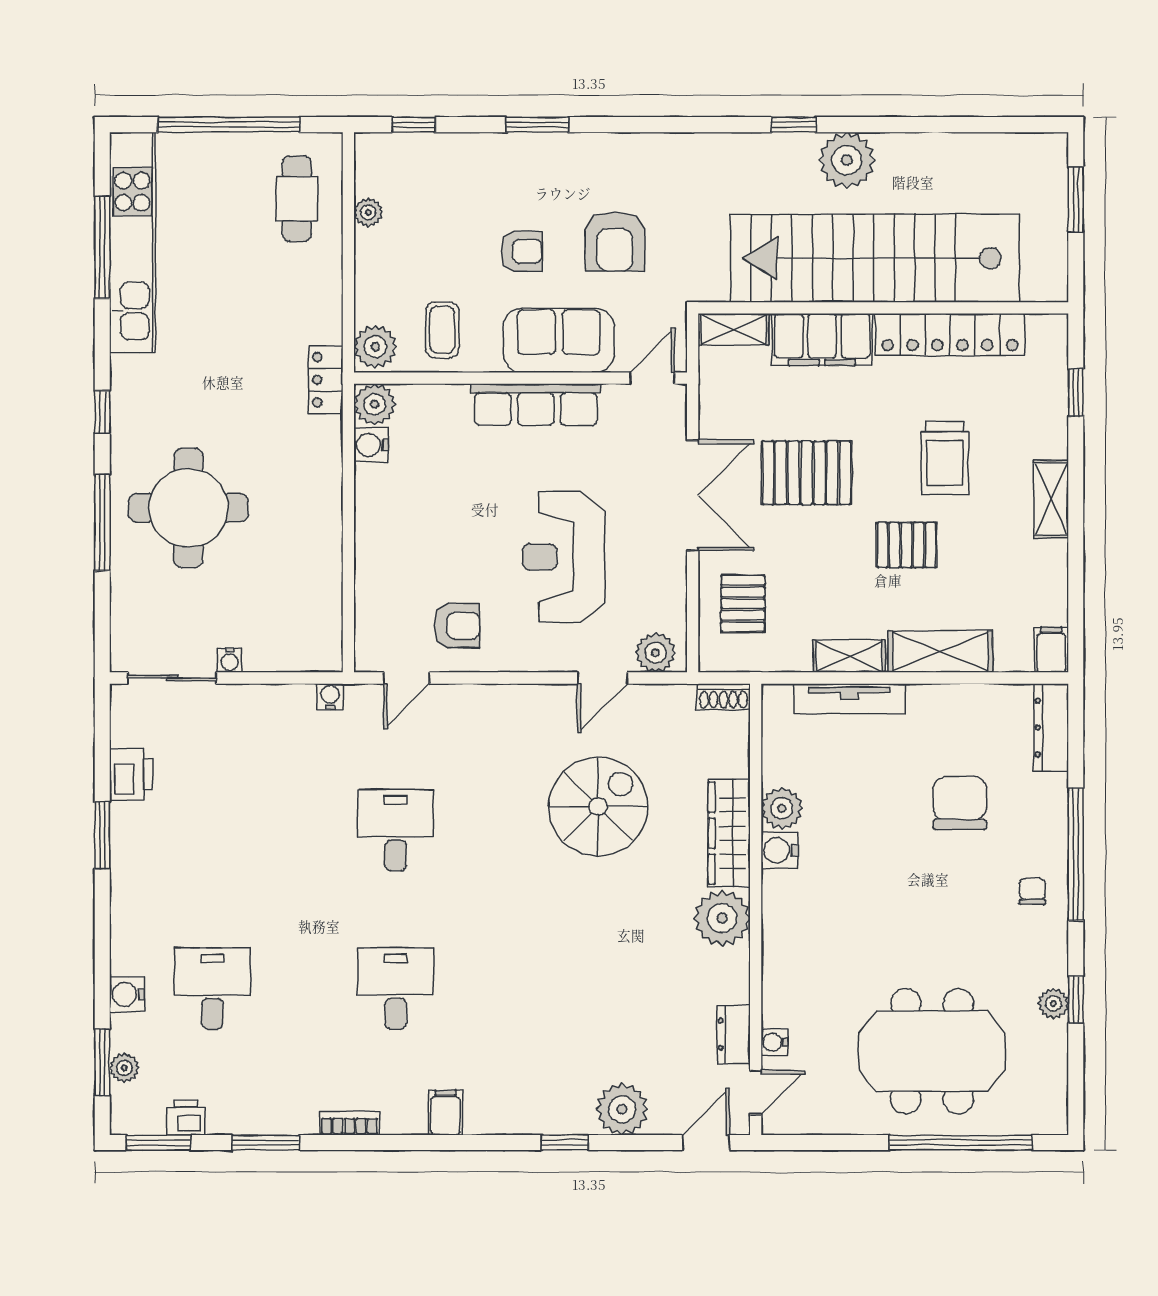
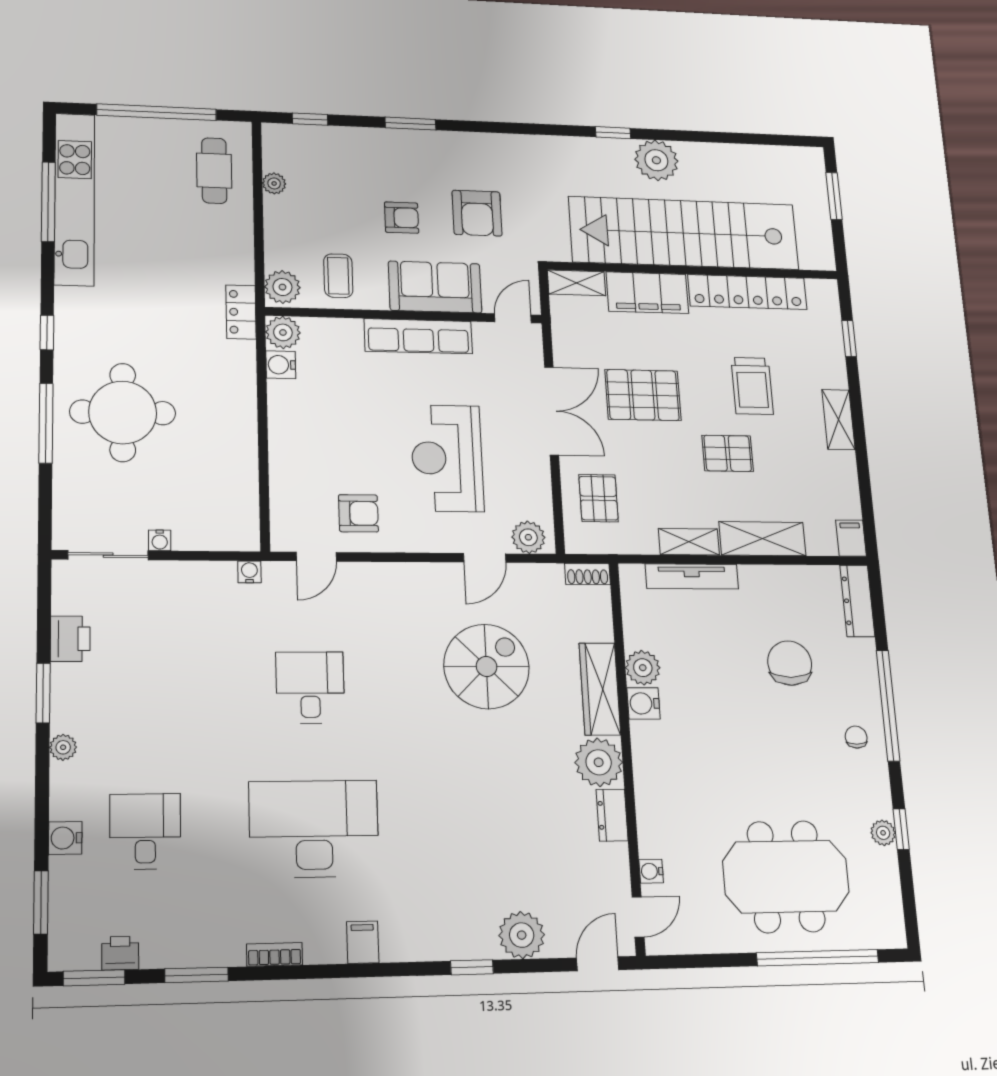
desk: (396, 988) -> (314, 829), width x1.87, depth x1.30
dresser: (734, 1034) -> (612, 815), moved
plant: (124, 1068) -> (63, 747), moved

